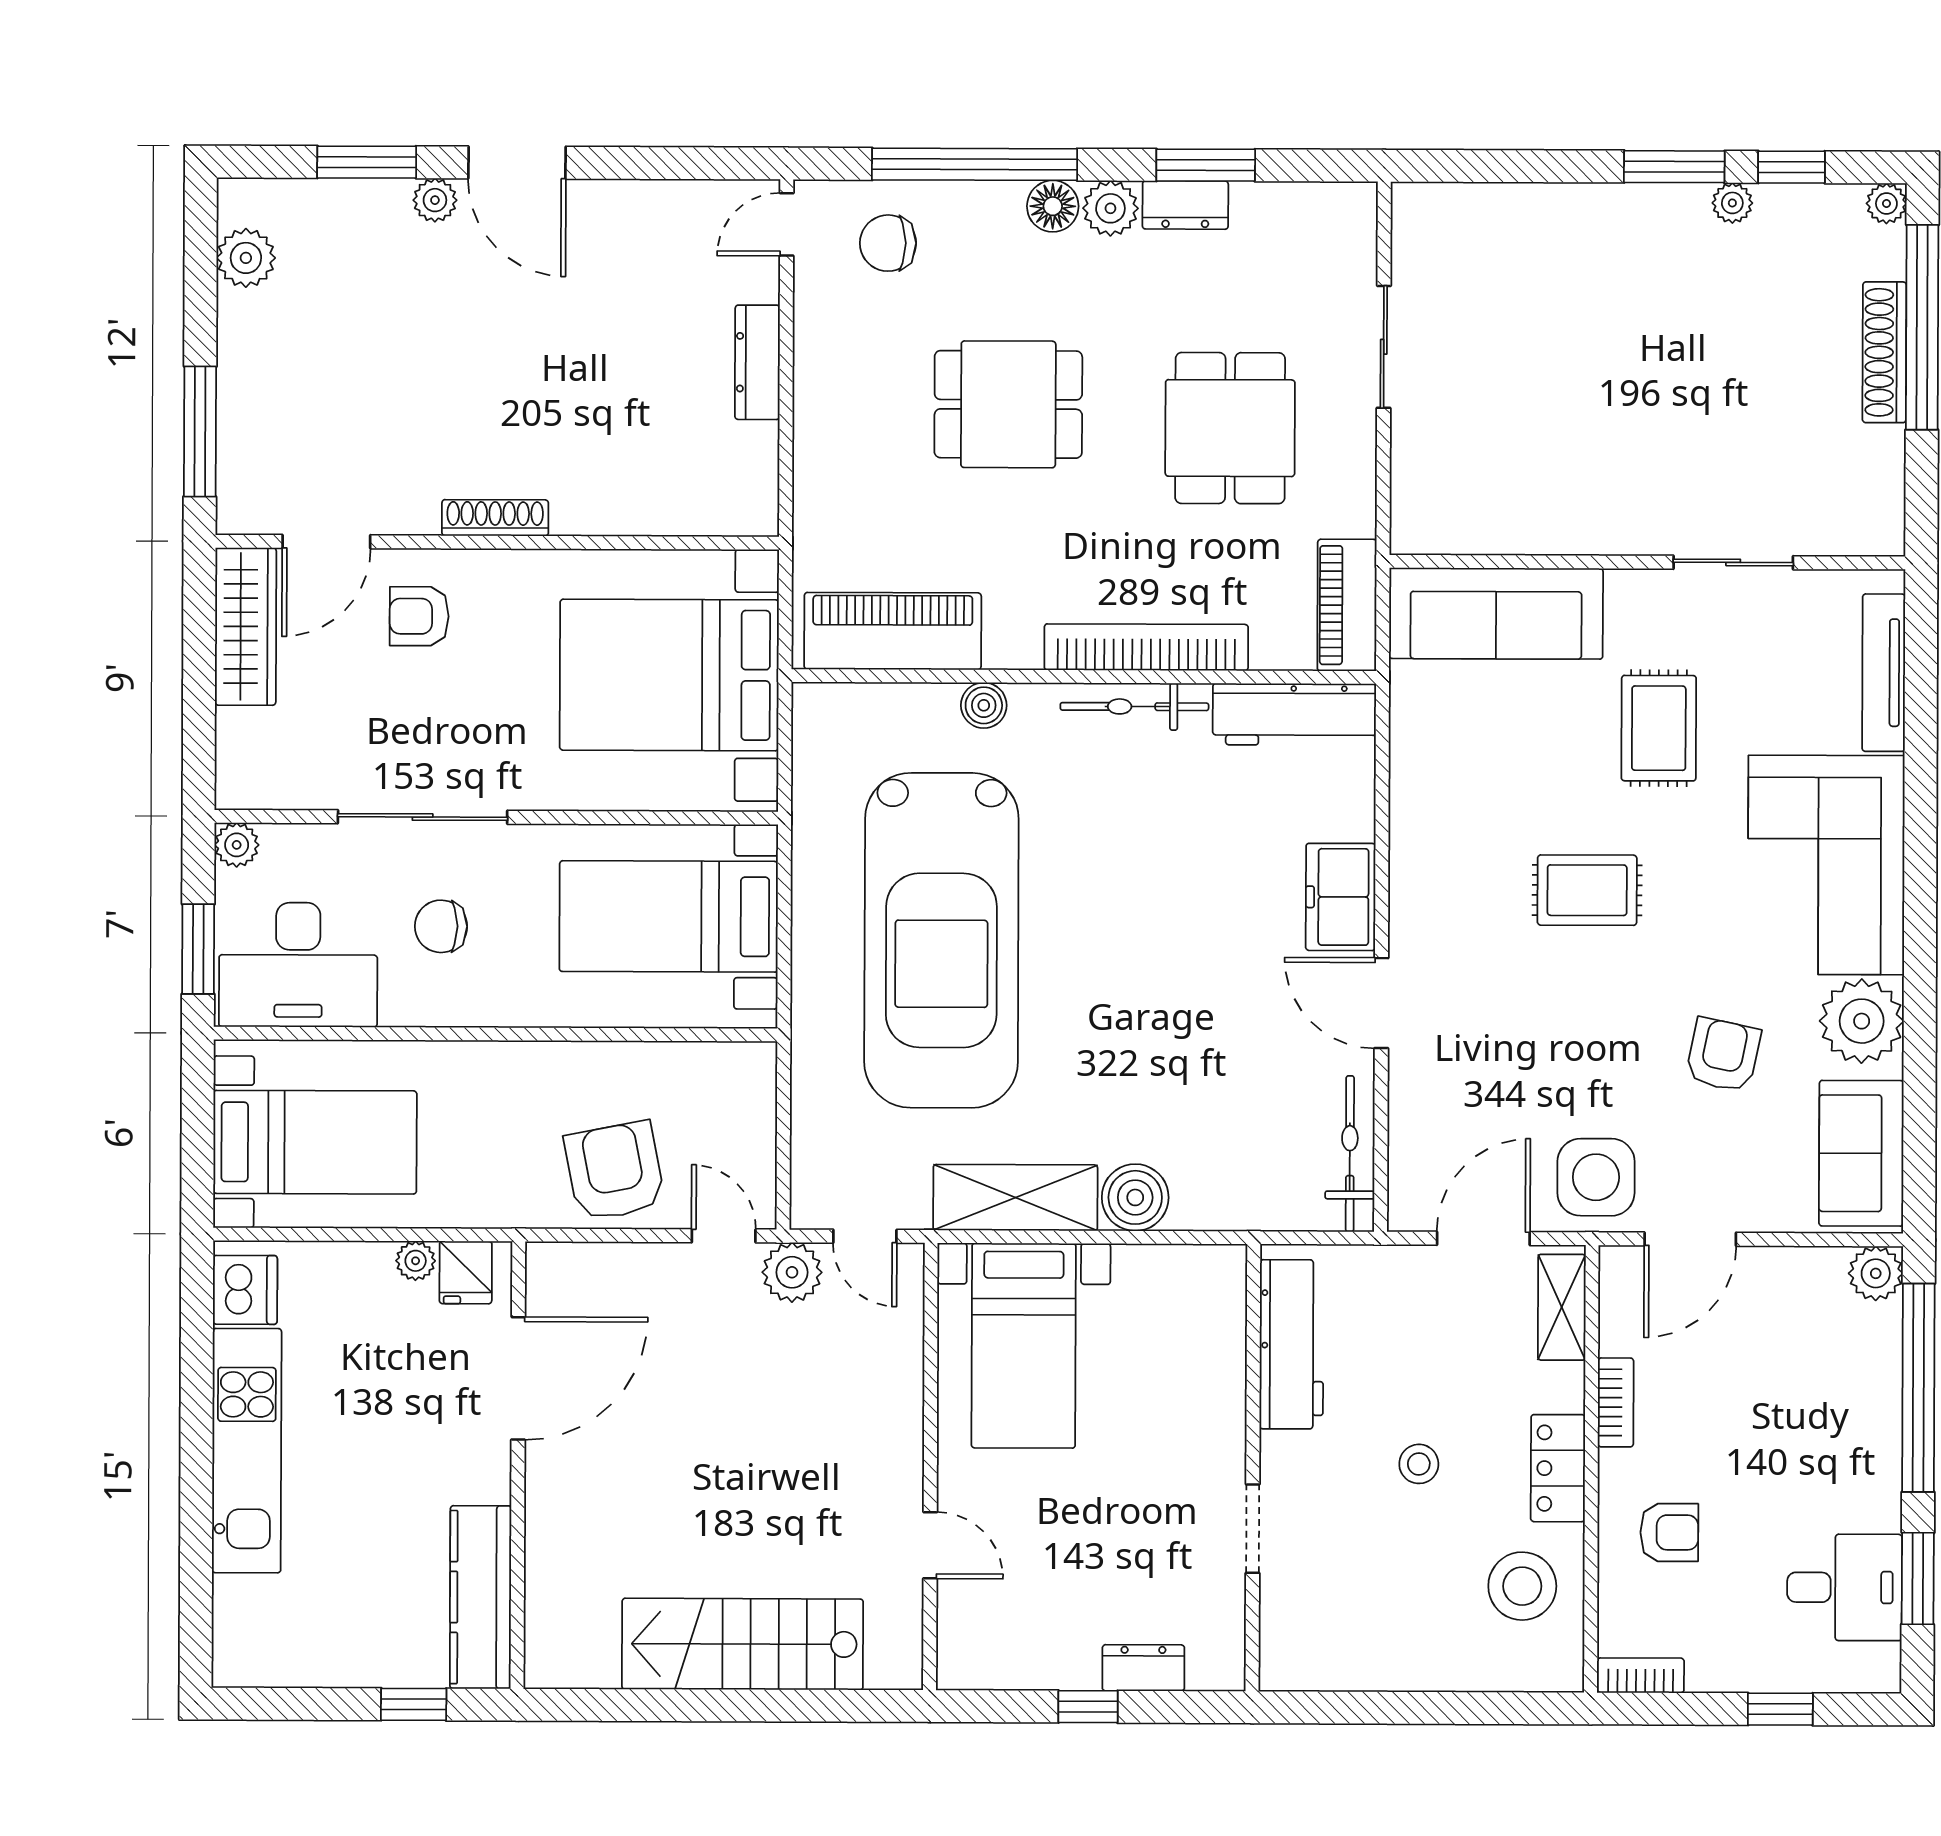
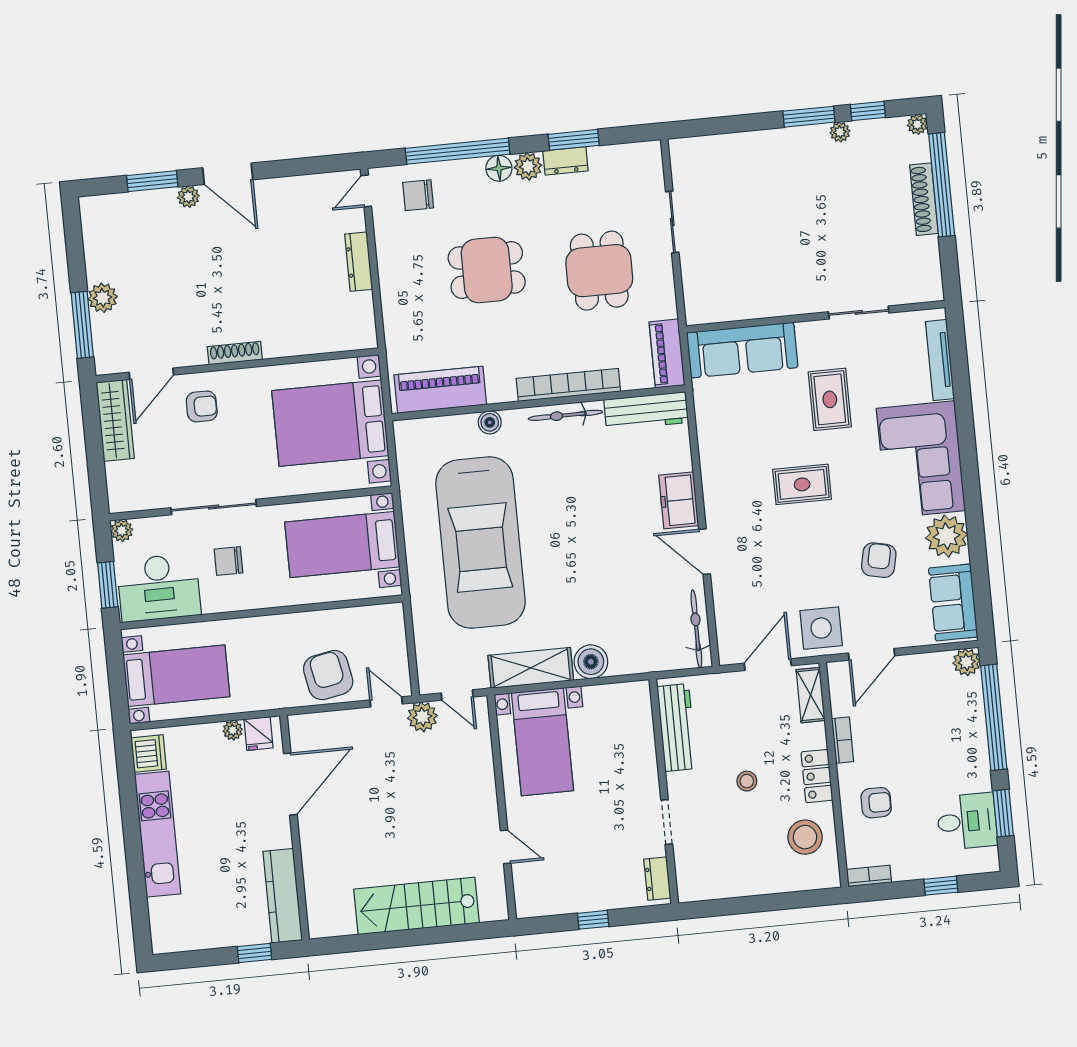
plant: (246, 258) -> (103, 298), moved
armchair: (419, 616) -> (202, 406), turned 180
dresser: (1143, 1668) -> (657, 879), moved, turned -90

